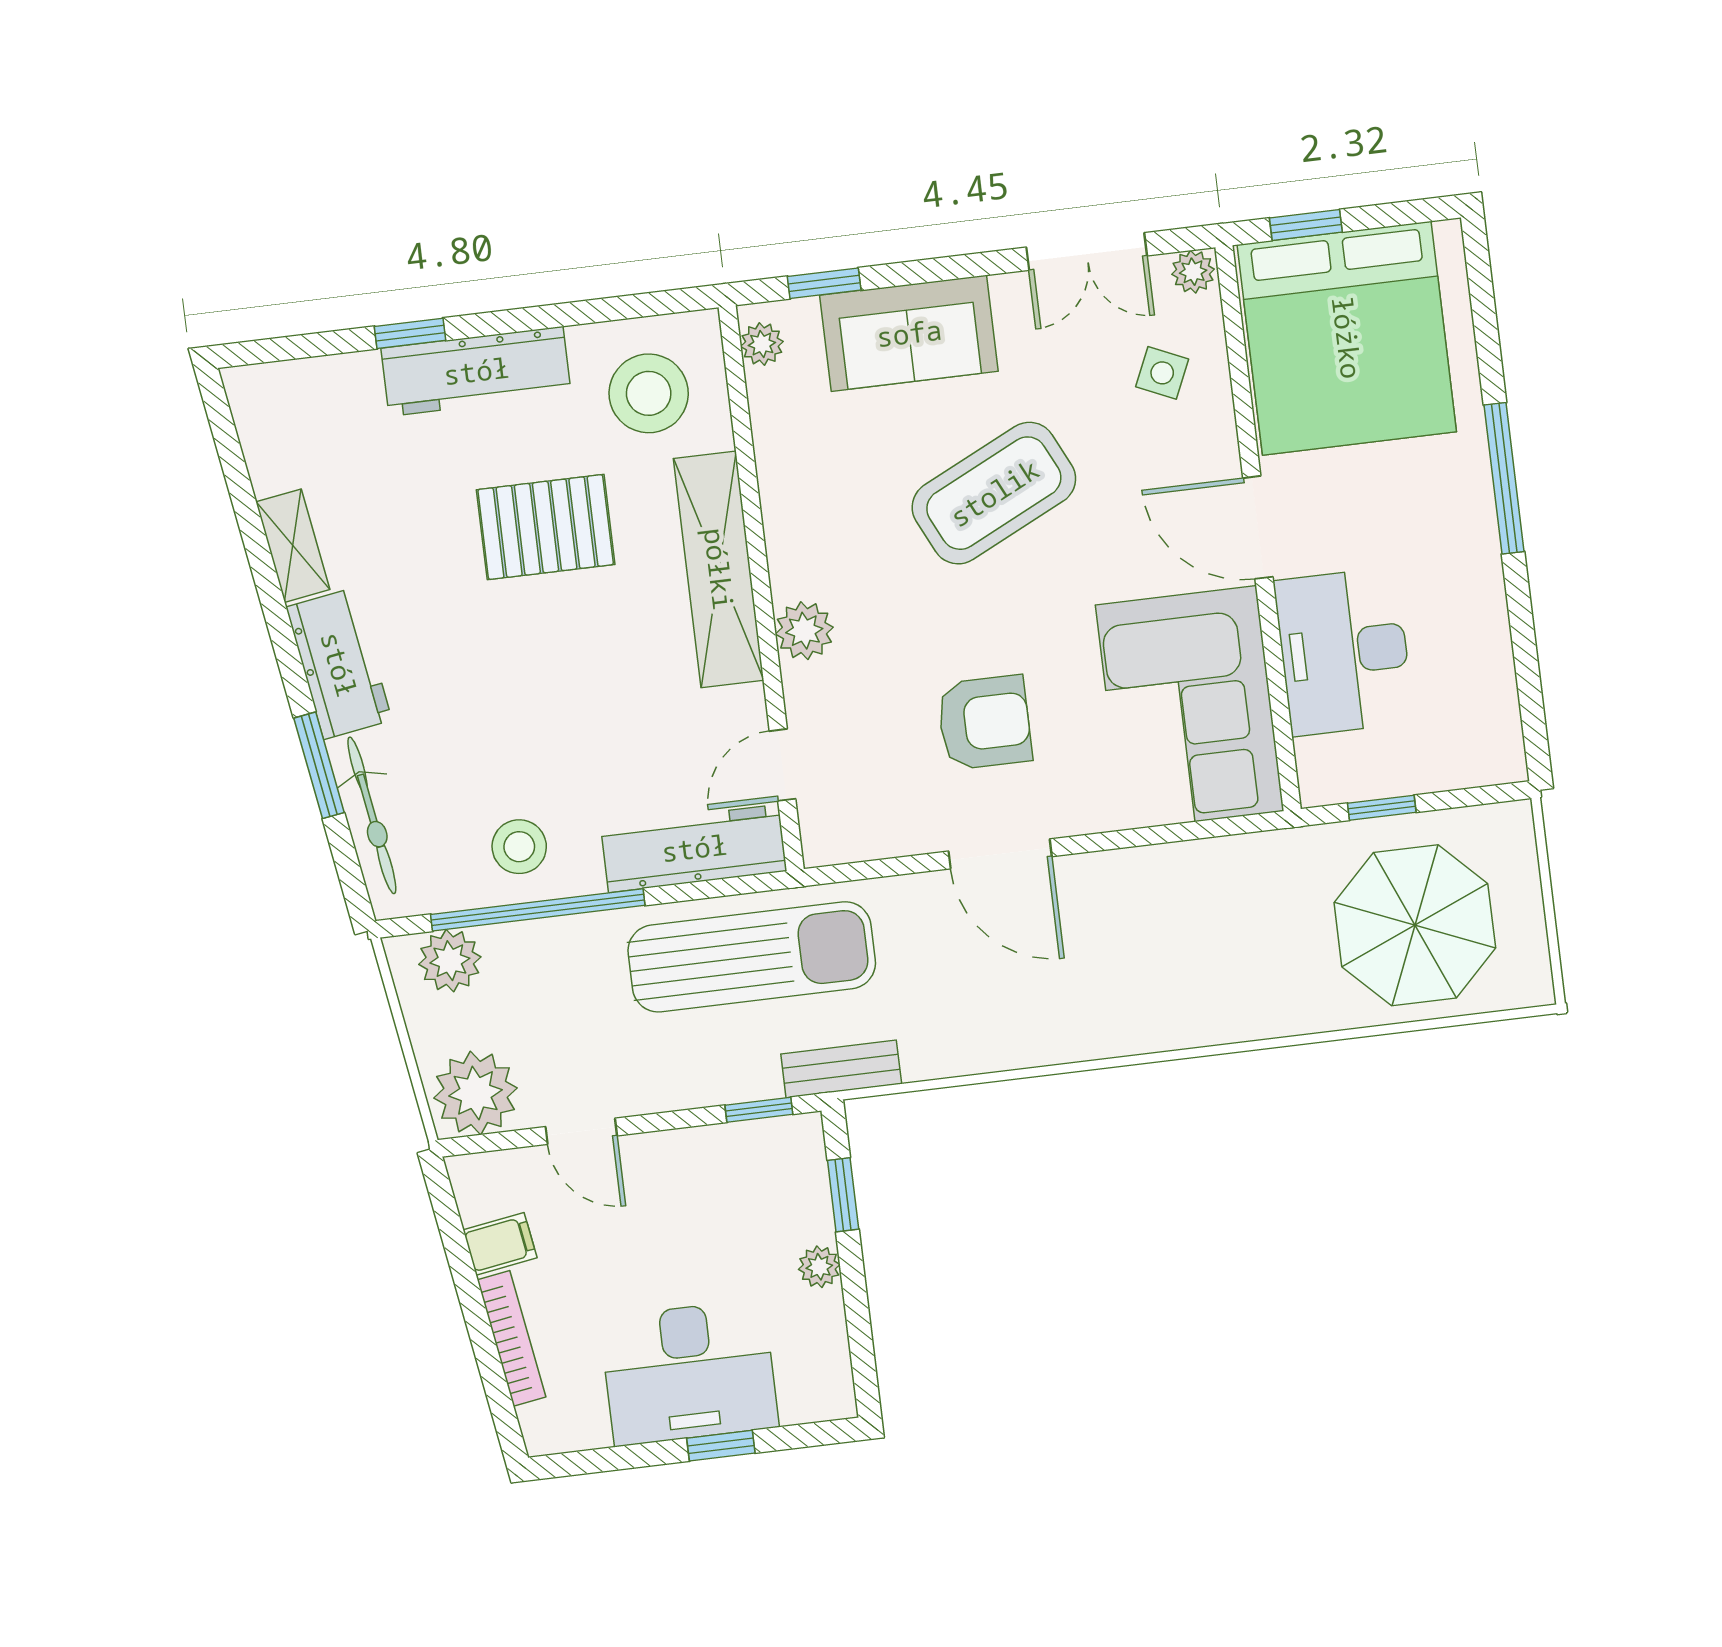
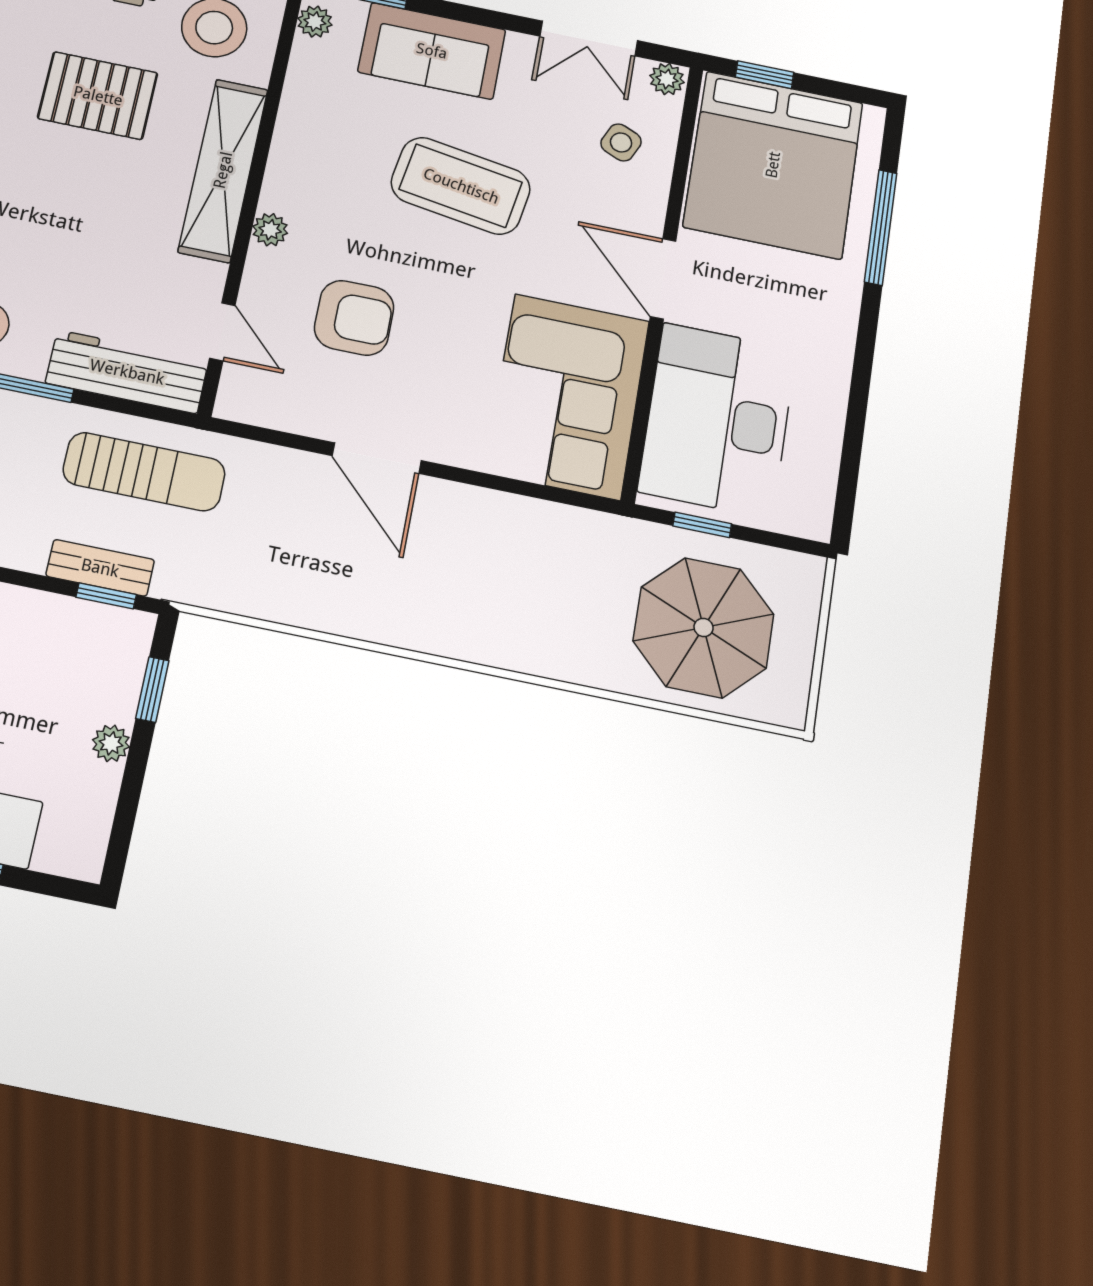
window: (1504, 478) -> (881, 227), moved
coffee table: (994, 493) -> (461, 186), turned 35
plant: (804, 631) -> (270, 230), width x0.73, depth x0.73
desk: (1344, 652) -> (718, 420), width x1.36, depth x1.30
armchair: (984, 722) -> (354, 318), moved
door: (783, 765) -> (222, 332), swing flipped
sun lounger: (752, 957) -> (144, 472), width x0.73, depth x0.75
bench: (841, 1069) -> (100, 568), moved

